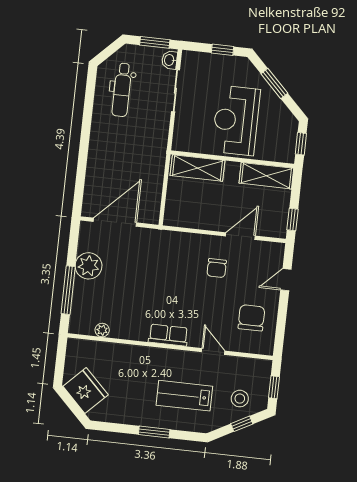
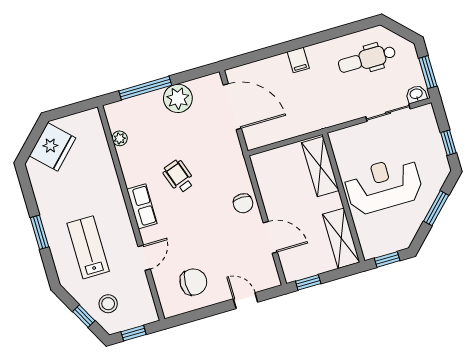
filing cabinet: (98, 149) -> (298, 60), added
chair: (217, 268) -> (243, 203), moved, turned -90
wheelchair: (156, 293) -> (179, 176), added

